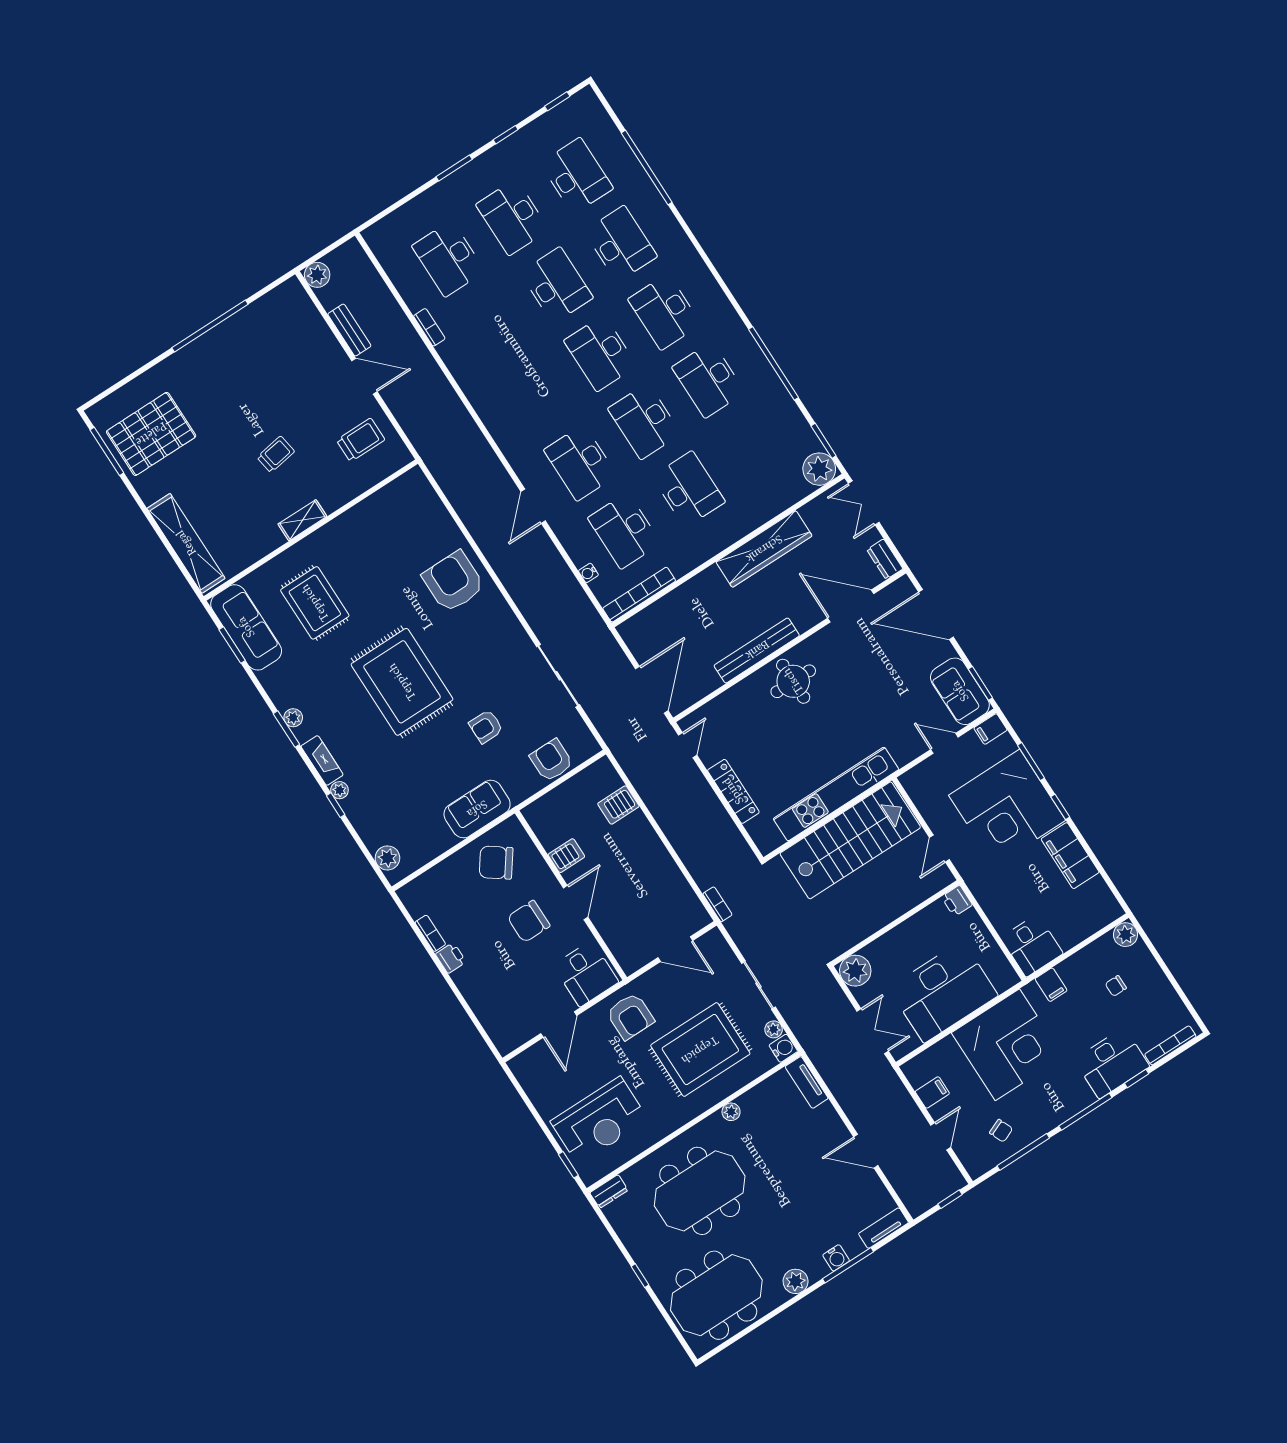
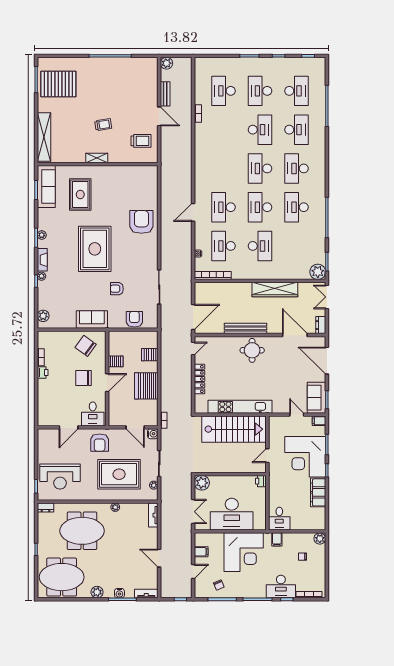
server rack: (648, 864) -> (146, 386), added
water cooler: (783, 1048) -> (153, 434), moved

